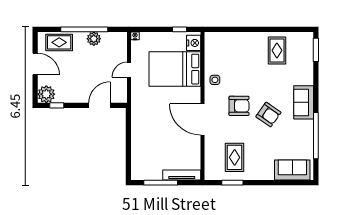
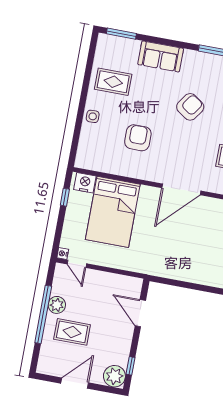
rug: (59, 42) -> (72, 332), moved, turned 90
door: (129, 70) -> (77, 264), moved
side table: (215, 80) -> (93, 116), moved
sofa: (304, 102) -> (161, 56), moved
armchair: (239, 106) -> (138, 138), moved

